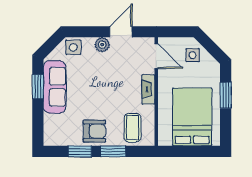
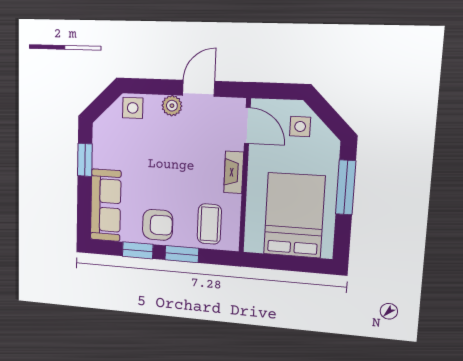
sofa: (55, 87) -> (106, 205), moved
window: (226, 95) -> (346, 187), width x1.44

